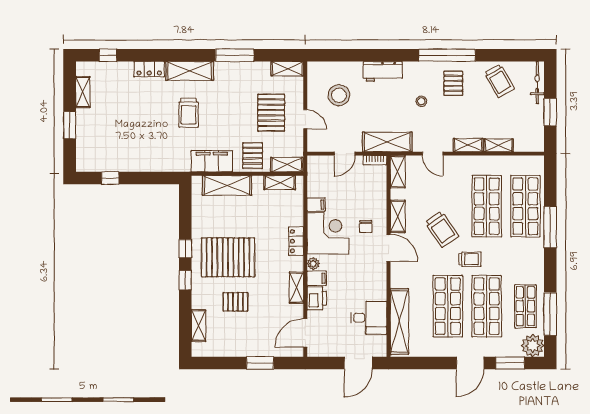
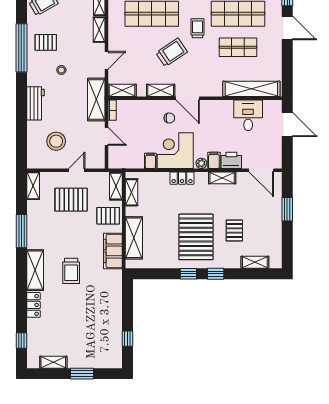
trolley: (189, 113) -> (71, 271), turned 90
door: (389, 248) -> (188, 98), swing flipped
shop shelf: (448, 306) -> (238, 47), width x0.70, depth x0.74

